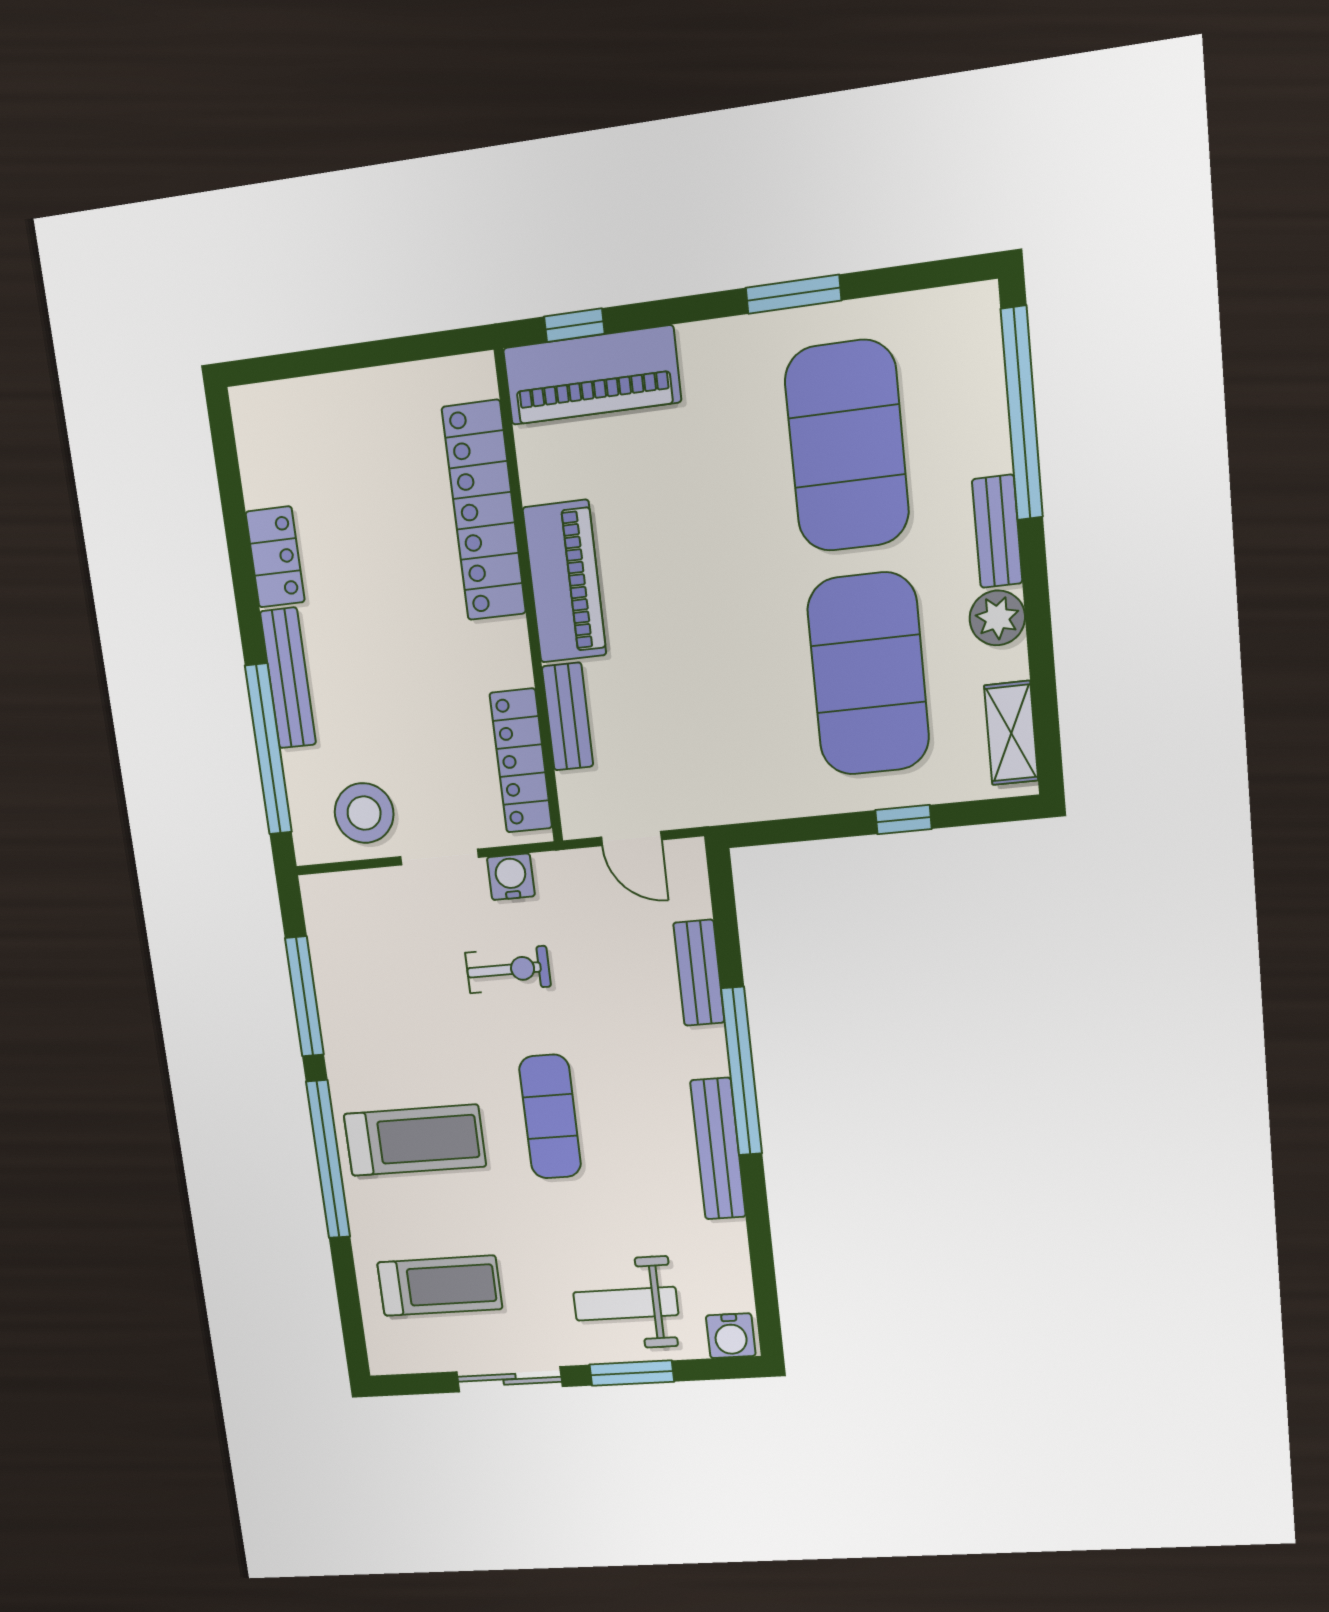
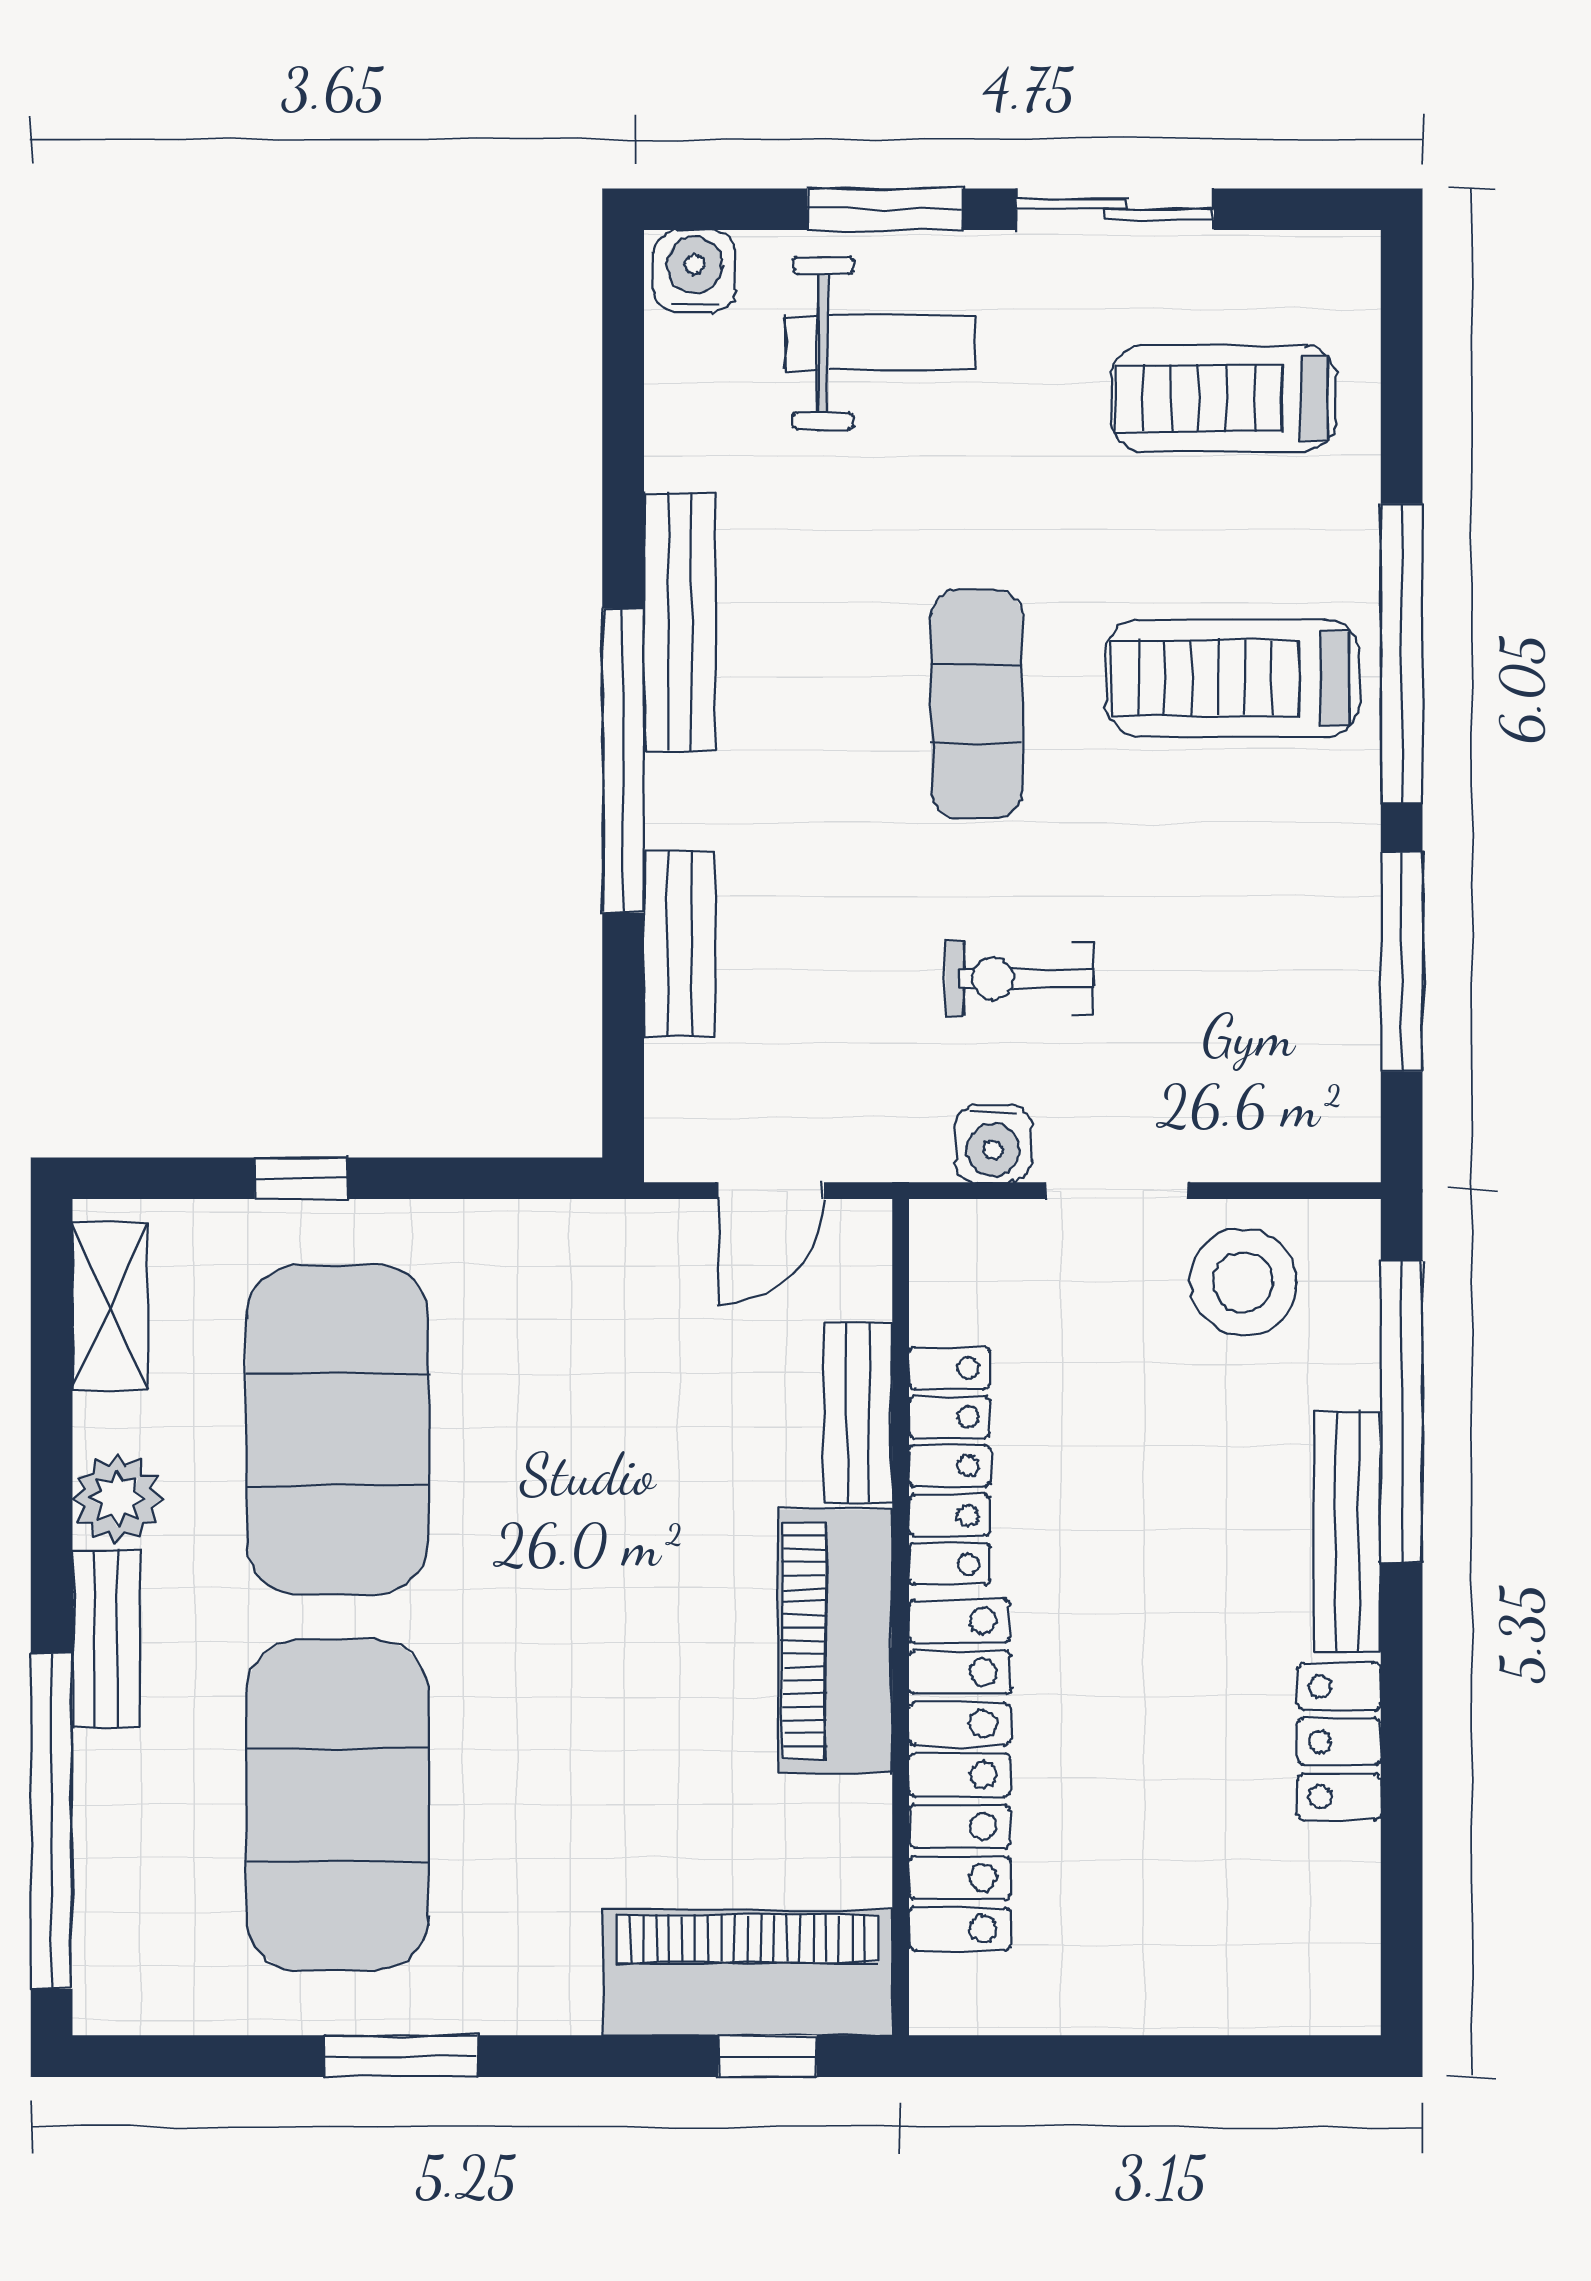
locker: (521, 761) -> (949, 1466), moved
door: (631, 839) -> (771, 1191), swing flipped

